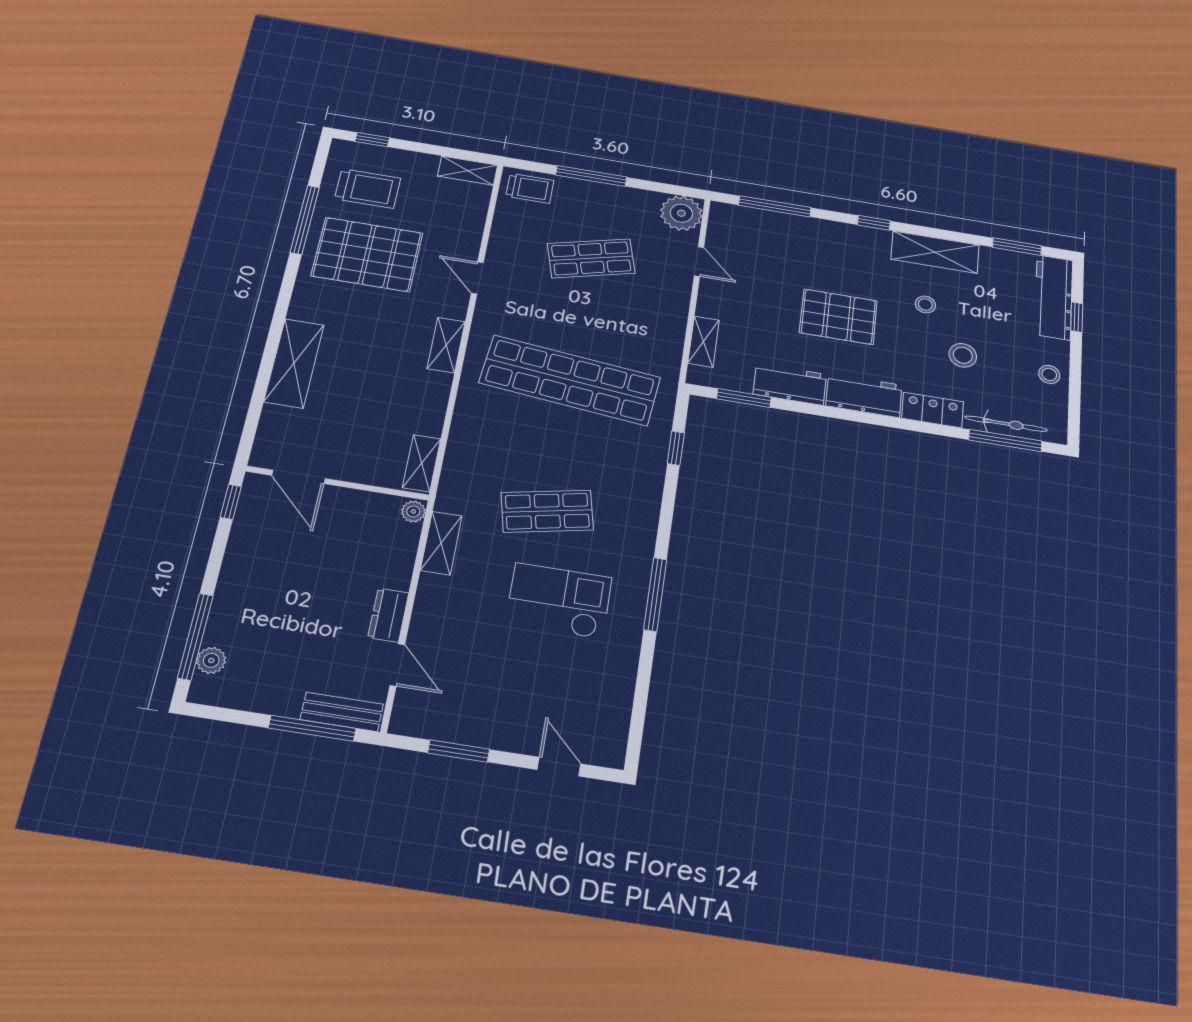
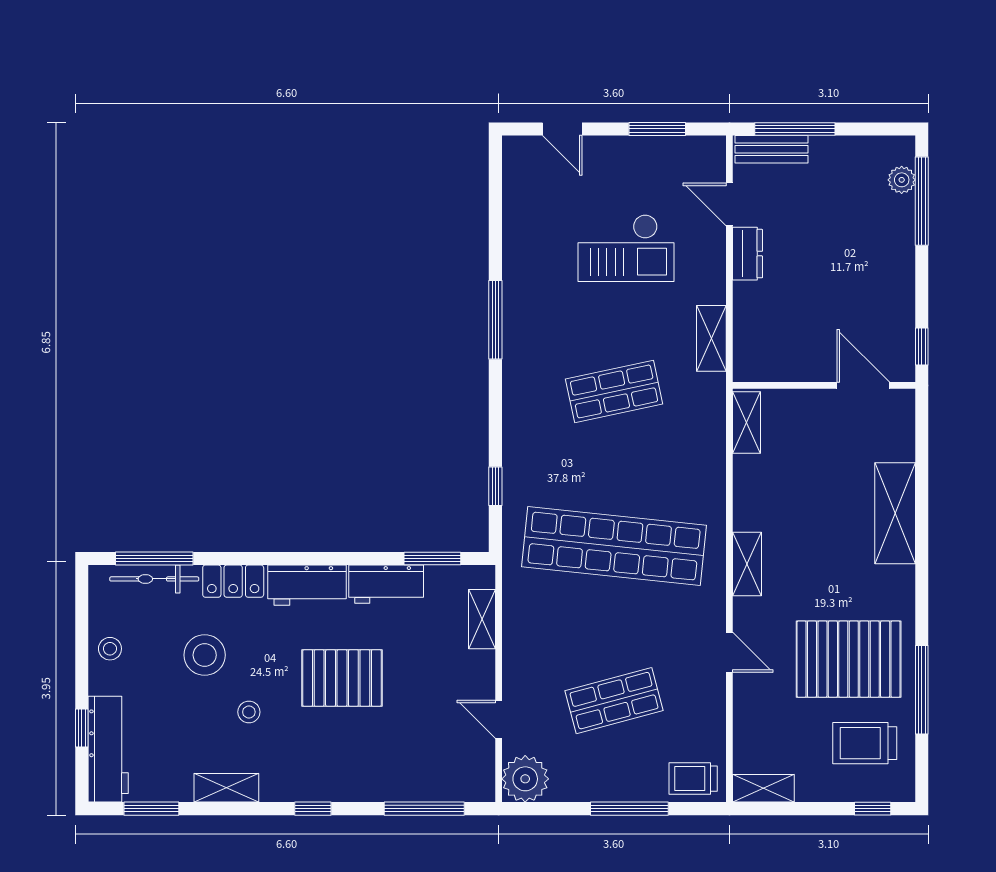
shelving: (935, 252) -> (226, 788), width x0.67, depth x0.75
stool: (963, 355) -> (205, 655), width x1.38, depth x1.38
plant: (413, 511) -> (745, 368), removed
checkout: (559, 601) -> (626, 248), moved

